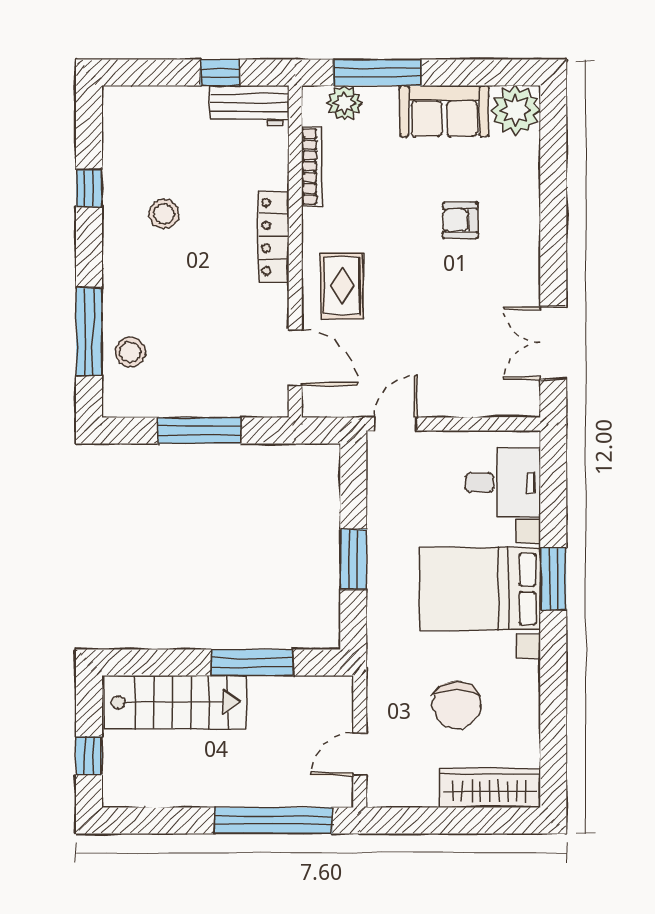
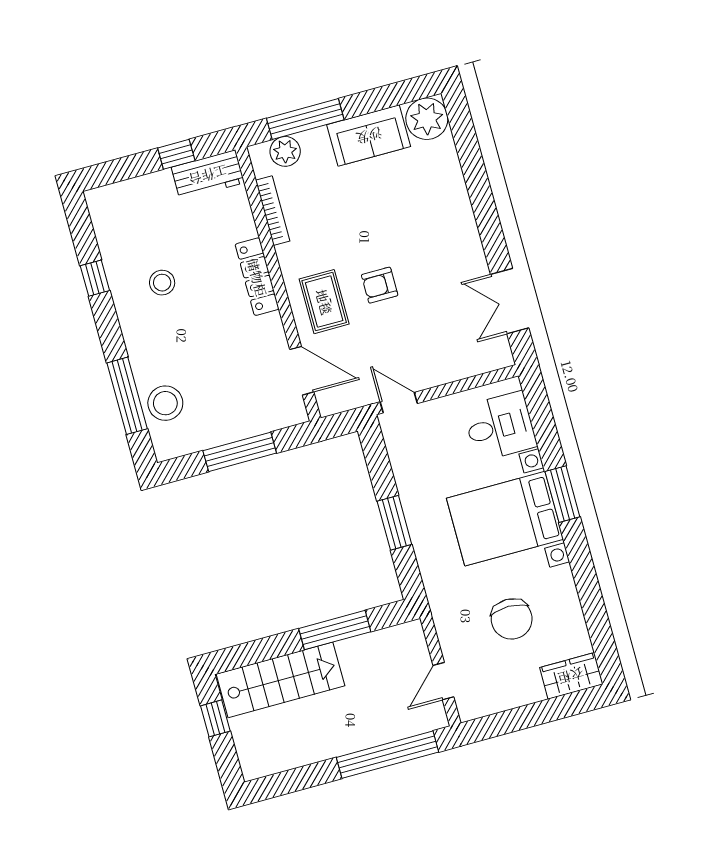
armchair: (460, 220) -> (380, 285), moved
stool: (130, 352) -> (165, 403), width x1.38, depth x1.38
door: (396, 424) -> (399, 403), hinge flipped
window: (89, 756) -> (215, 718), moved
wardrobe: (490, 788) -> (571, 676), width x0.67

